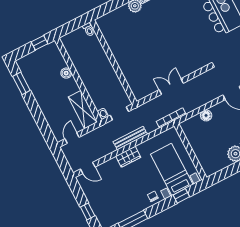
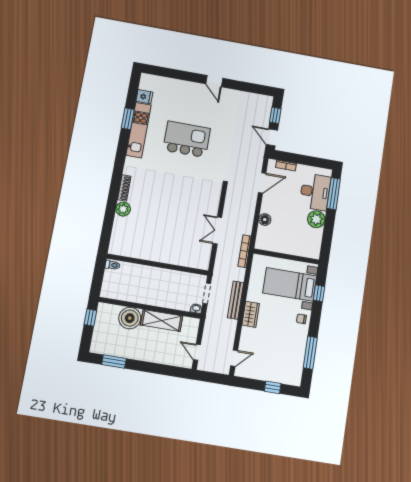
boiler: (66, 73) -> (130, 318), width x1.86, depth x1.86
shelving: (83, 110) -> (162, 320), moved

